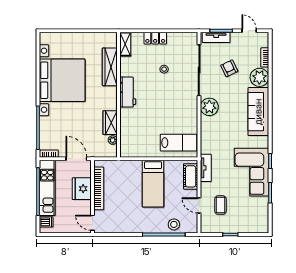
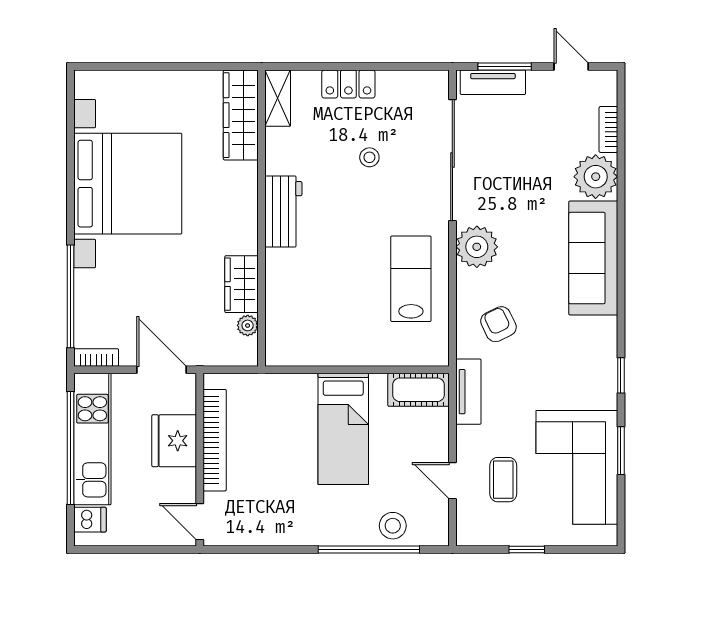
wardrobe: (110, 67) -> (241, 115), moved
armchair: (229, 68) -> (498, 324), moved
lab bench: (179, 143) -> (411, 279), moved, turned -90
corner sofa: (252, 172) -> (577, 467), moved
cot: (191, 176) -> (419, 390), moved, turned 90

